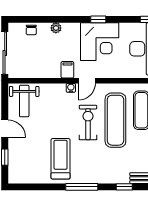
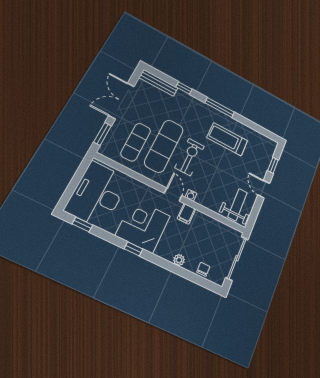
door: (87, 81) -> (173, 194), hinge flipped
exercise bike: (88, 122) -> (190, 157), turned 180
treadmill: (61, 159) -> (227, 139), turned 90

